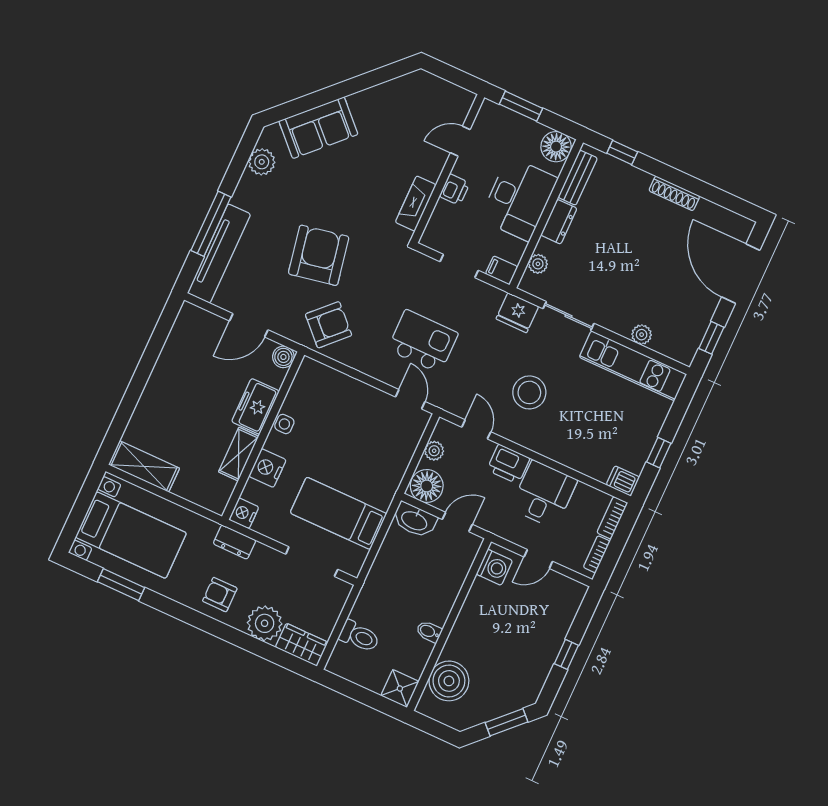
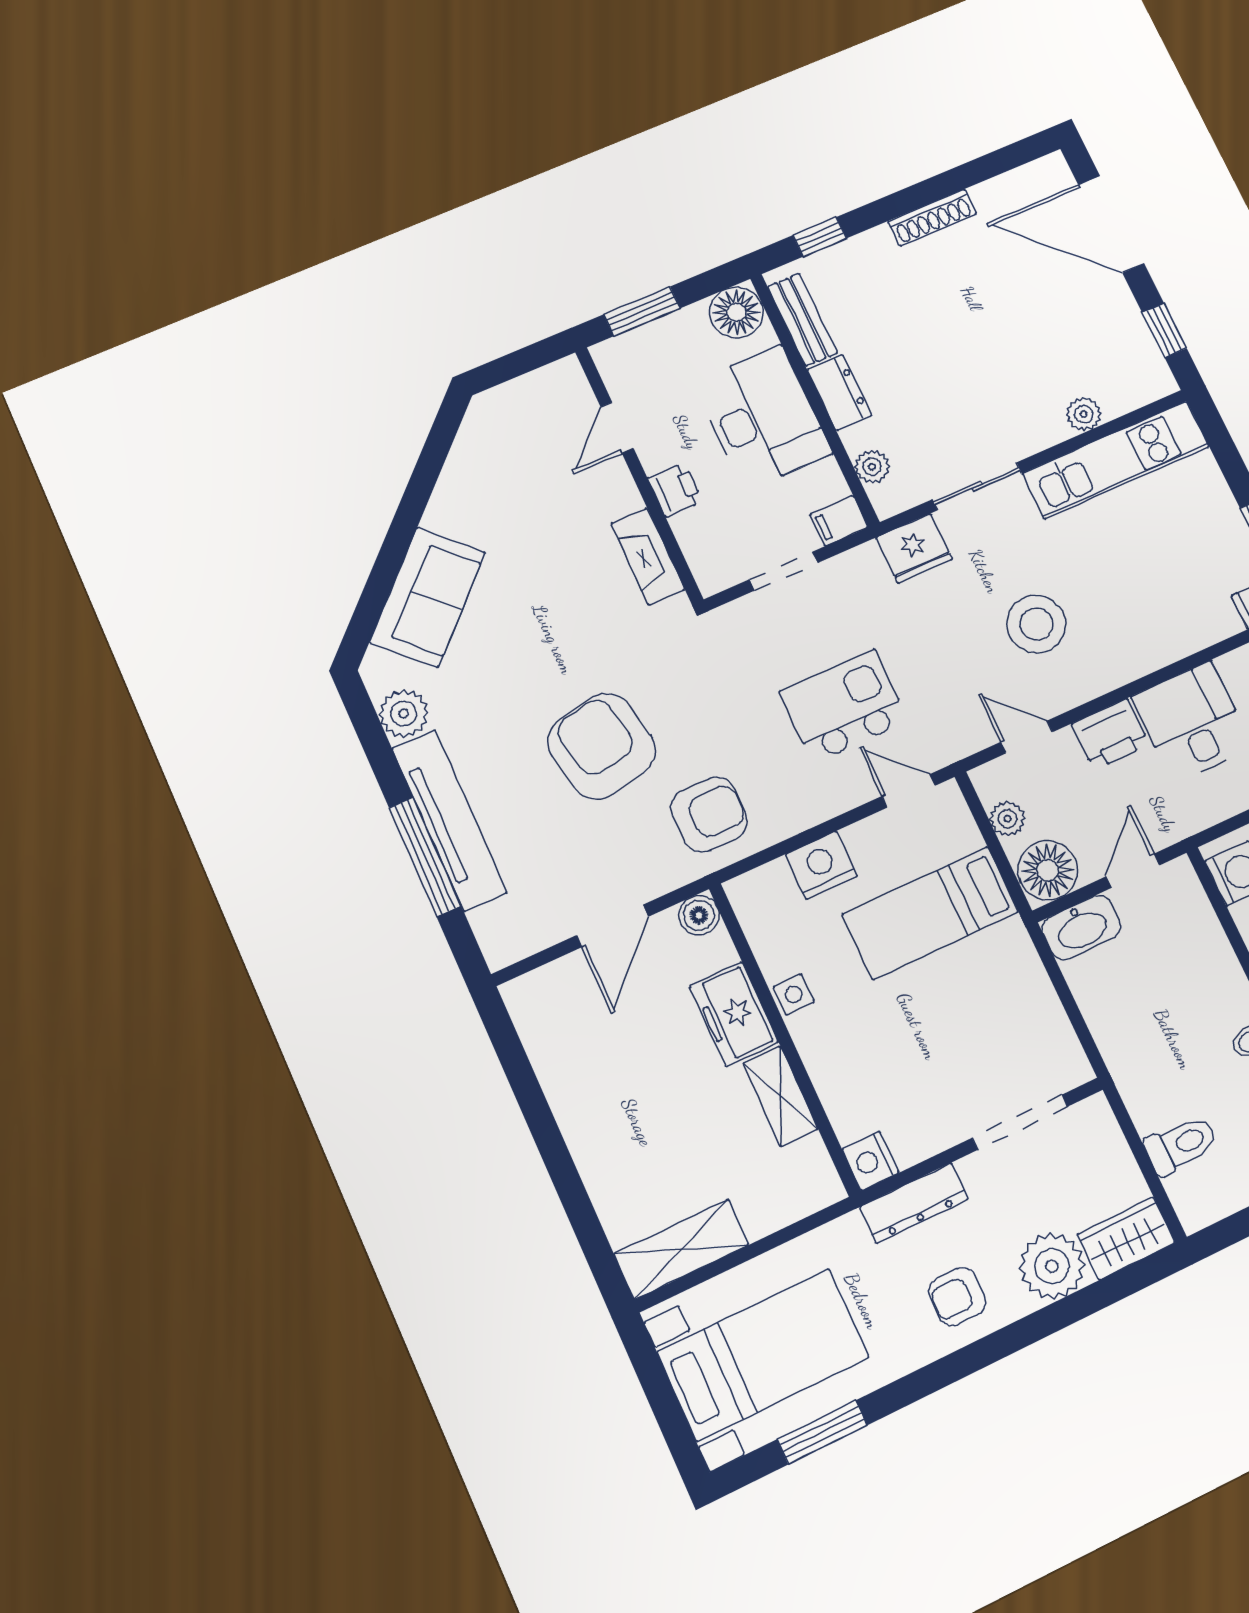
tv unit: (219, 254) -> (449, 820), moved
armchair: (329, 325) -> (709, 815), turned 45
nightstand: (267, 468) -> (821, 865), moved, turned 90
bed: (338, 513) -> (930, 913), moved
dresser: (235, 542) -> (914, 1203), width x1.44

